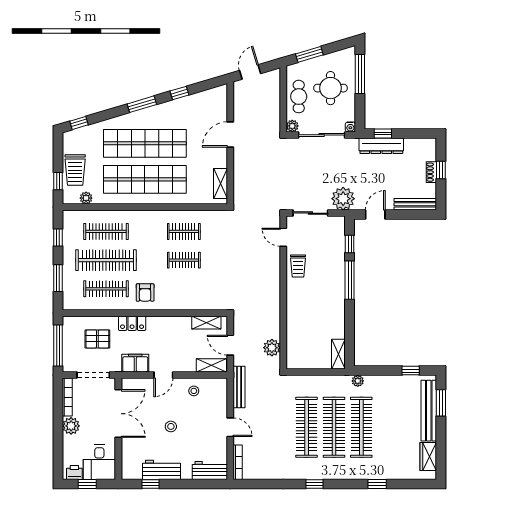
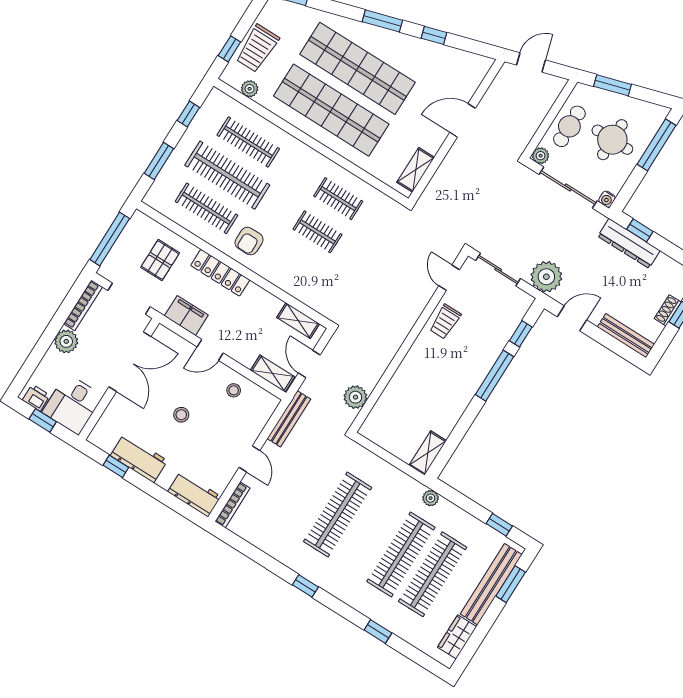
locker: (132, 323) -> (220, 273), width x1.53
pallet: (97, 339) -> (160, 260), turned 90
clothes rail: (334, 427) -> (433, 574), moved

